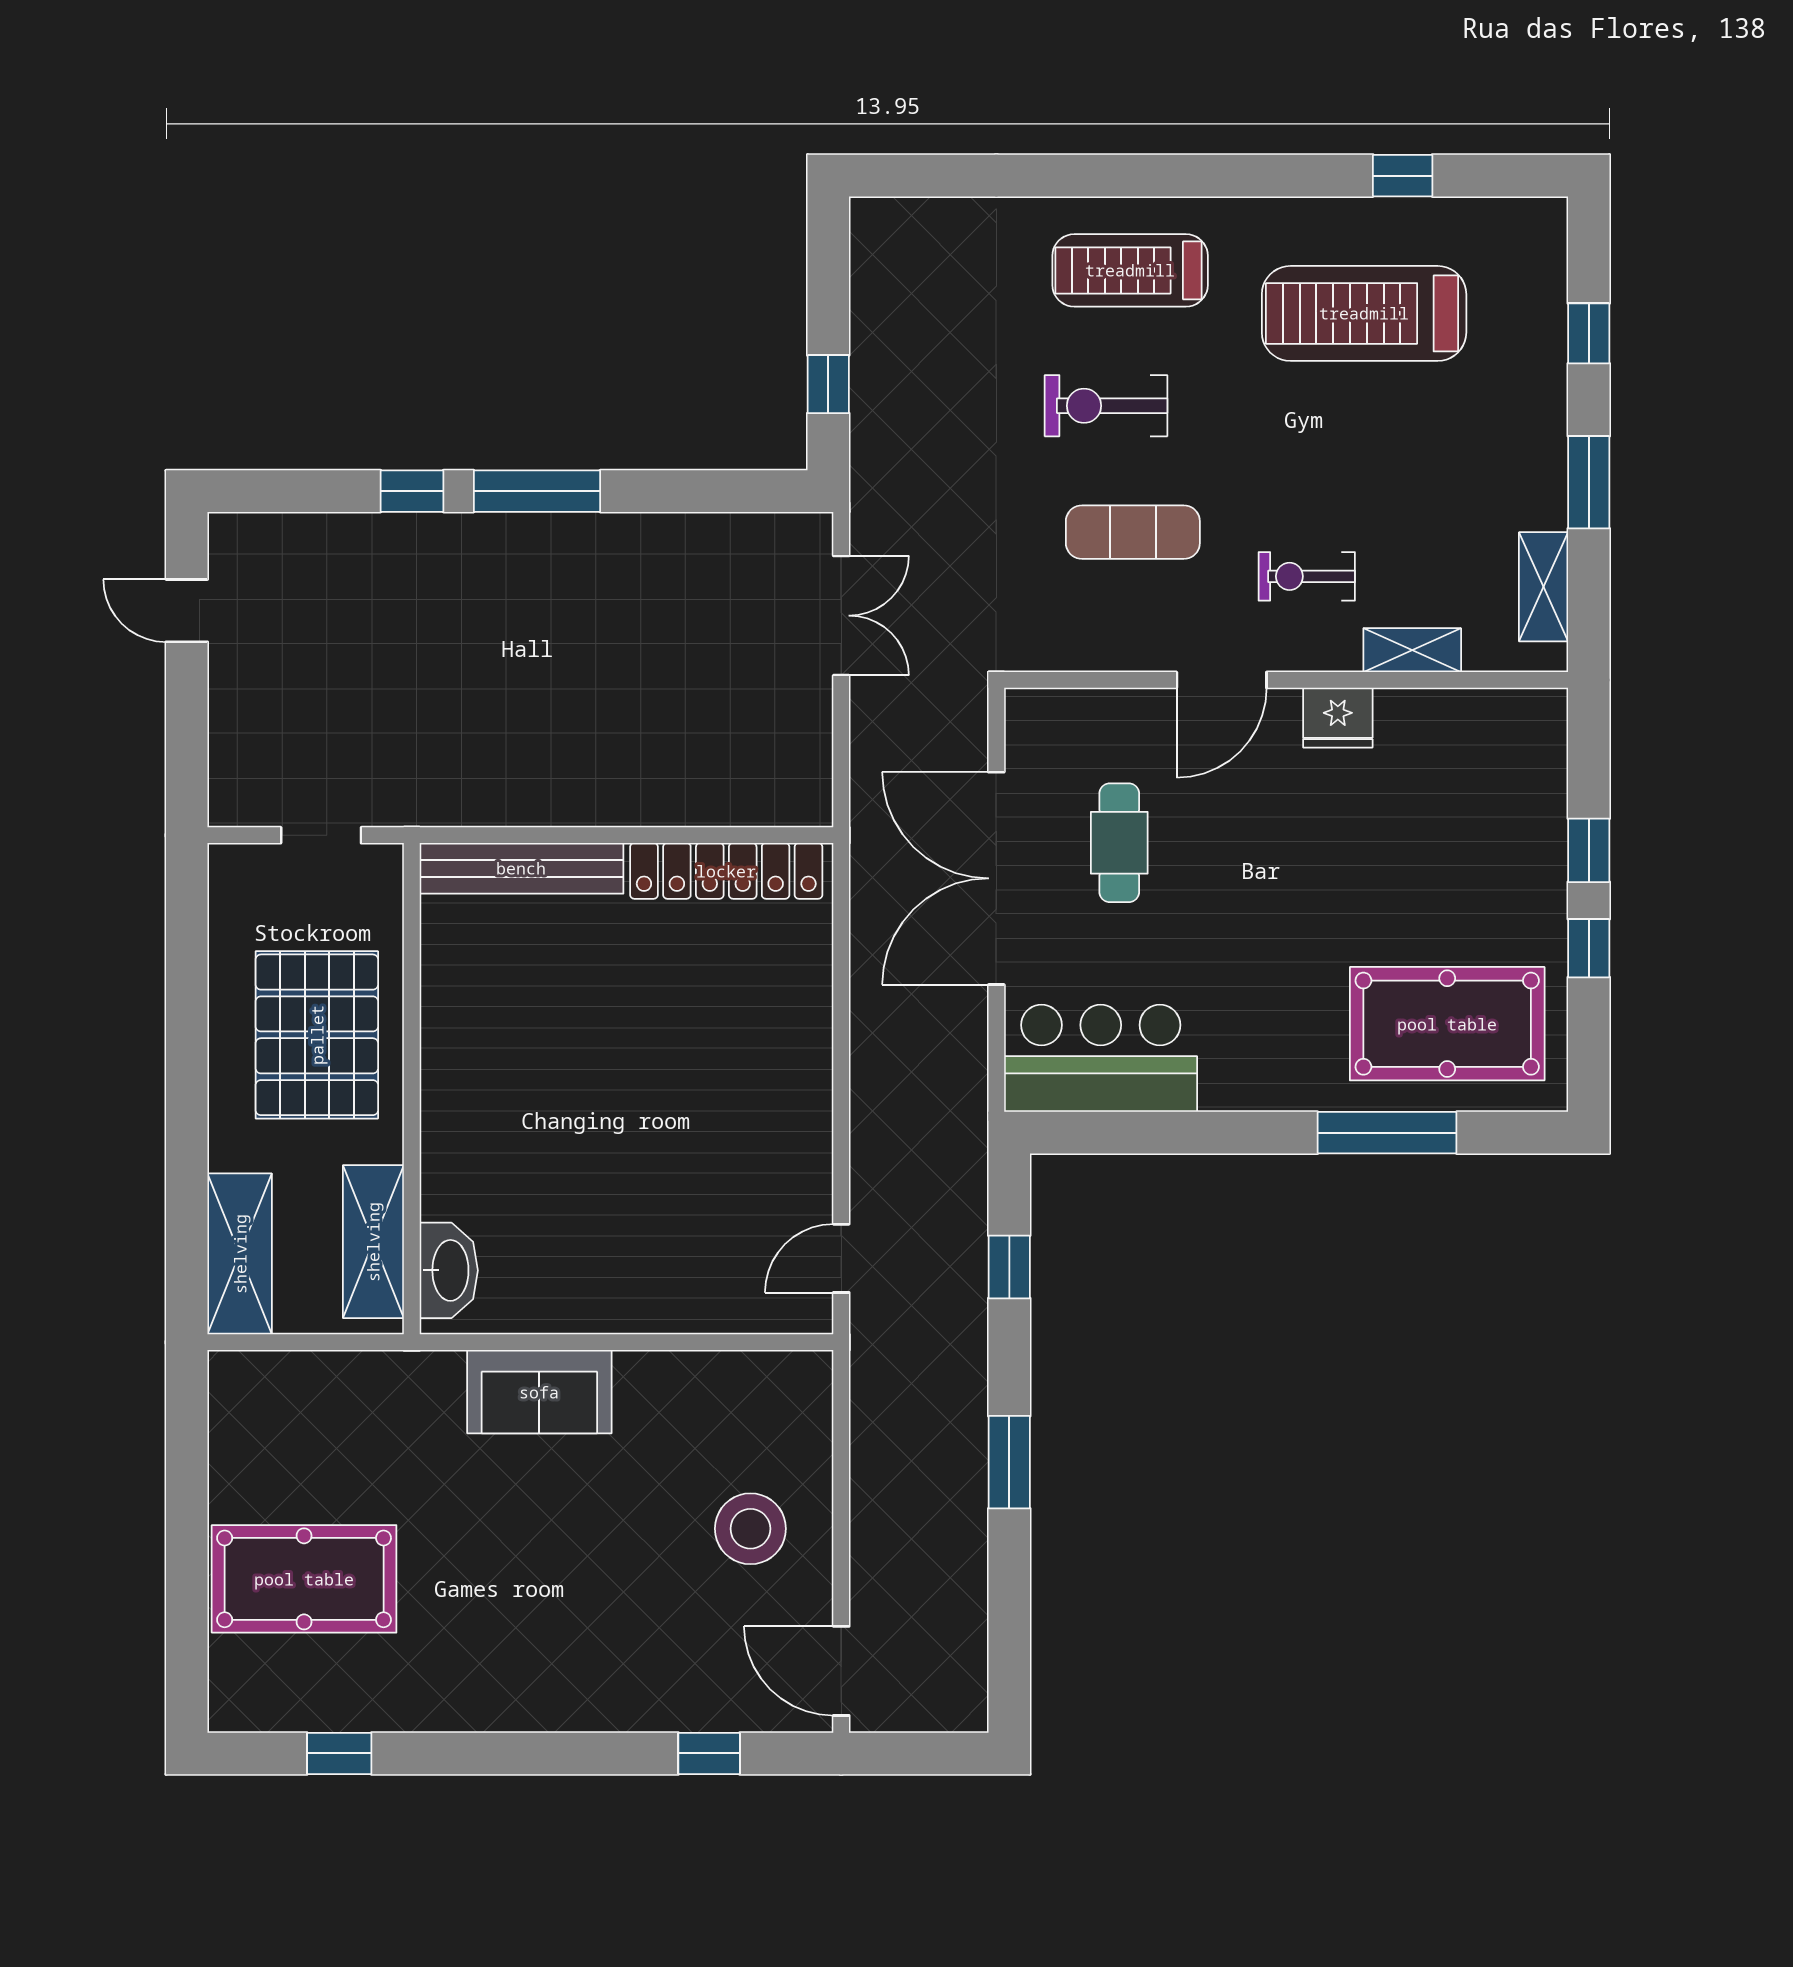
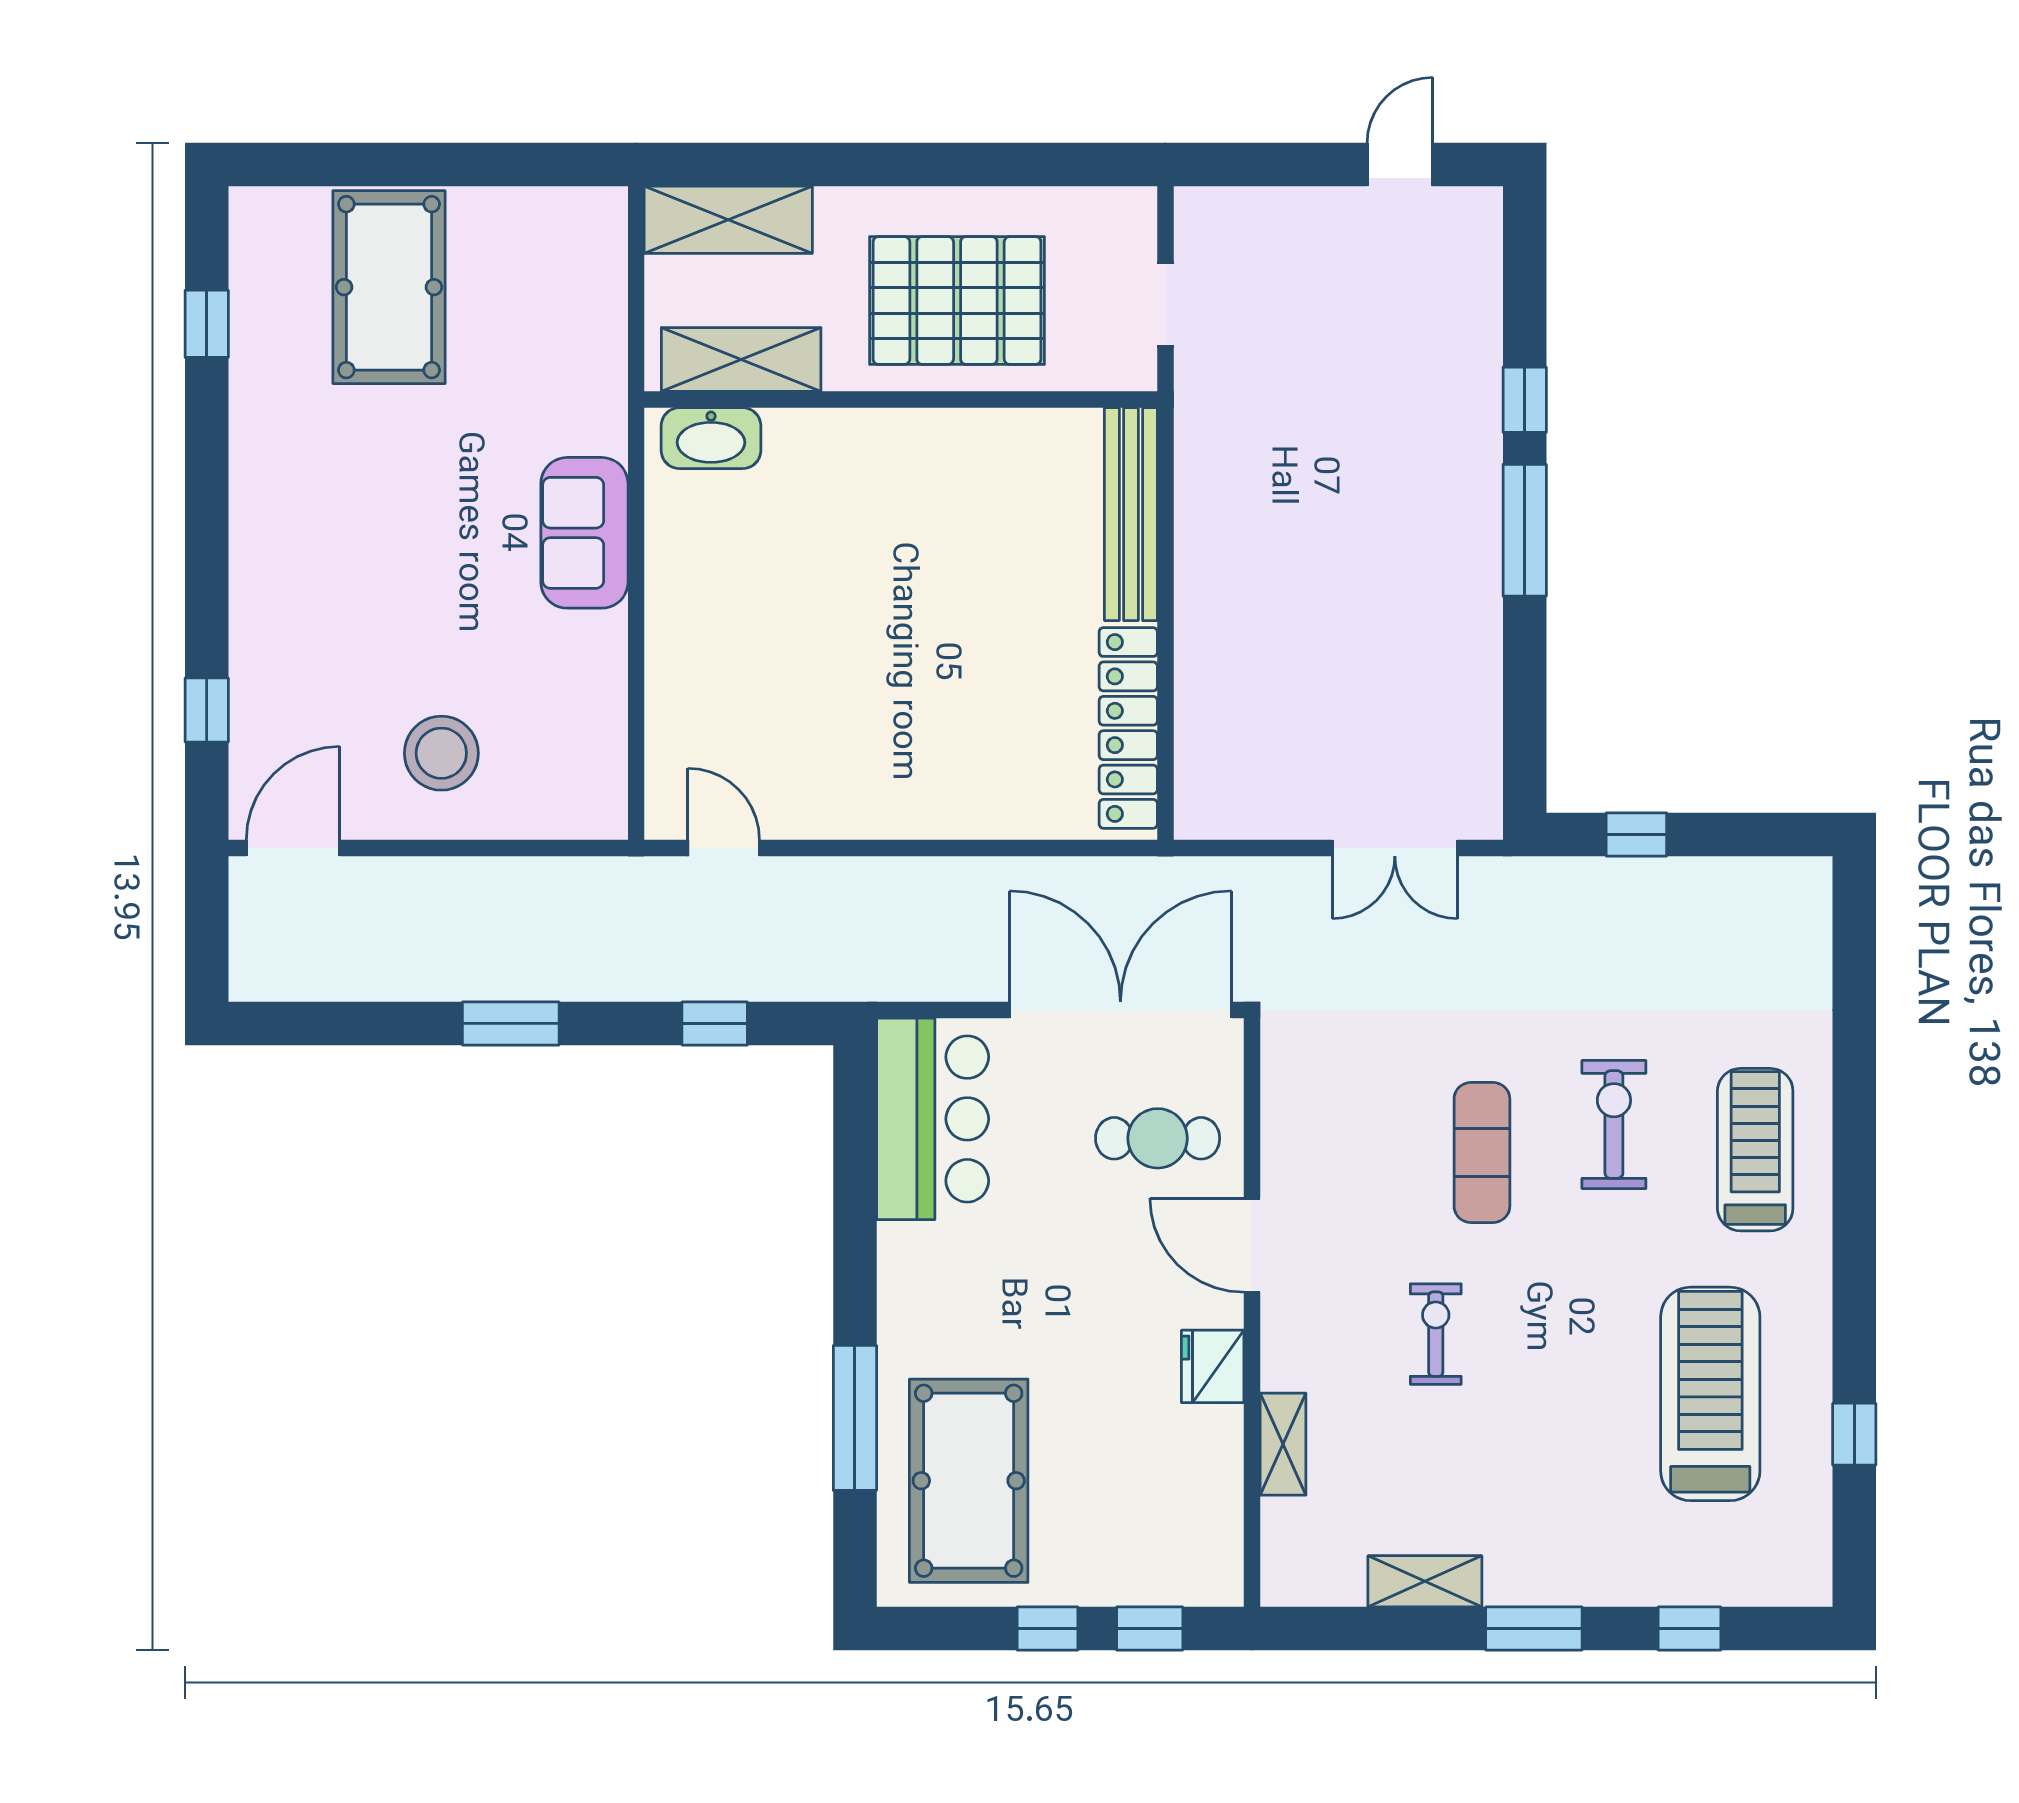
shelving: (1412, 650) -> (1283, 1444), moved
door: (1222, 680) -> (1252, 1245), moved
wall: (1286, 680) -> (1252, 1312), moved
fridge: (1338, 718) -> (1213, 1366), moved

